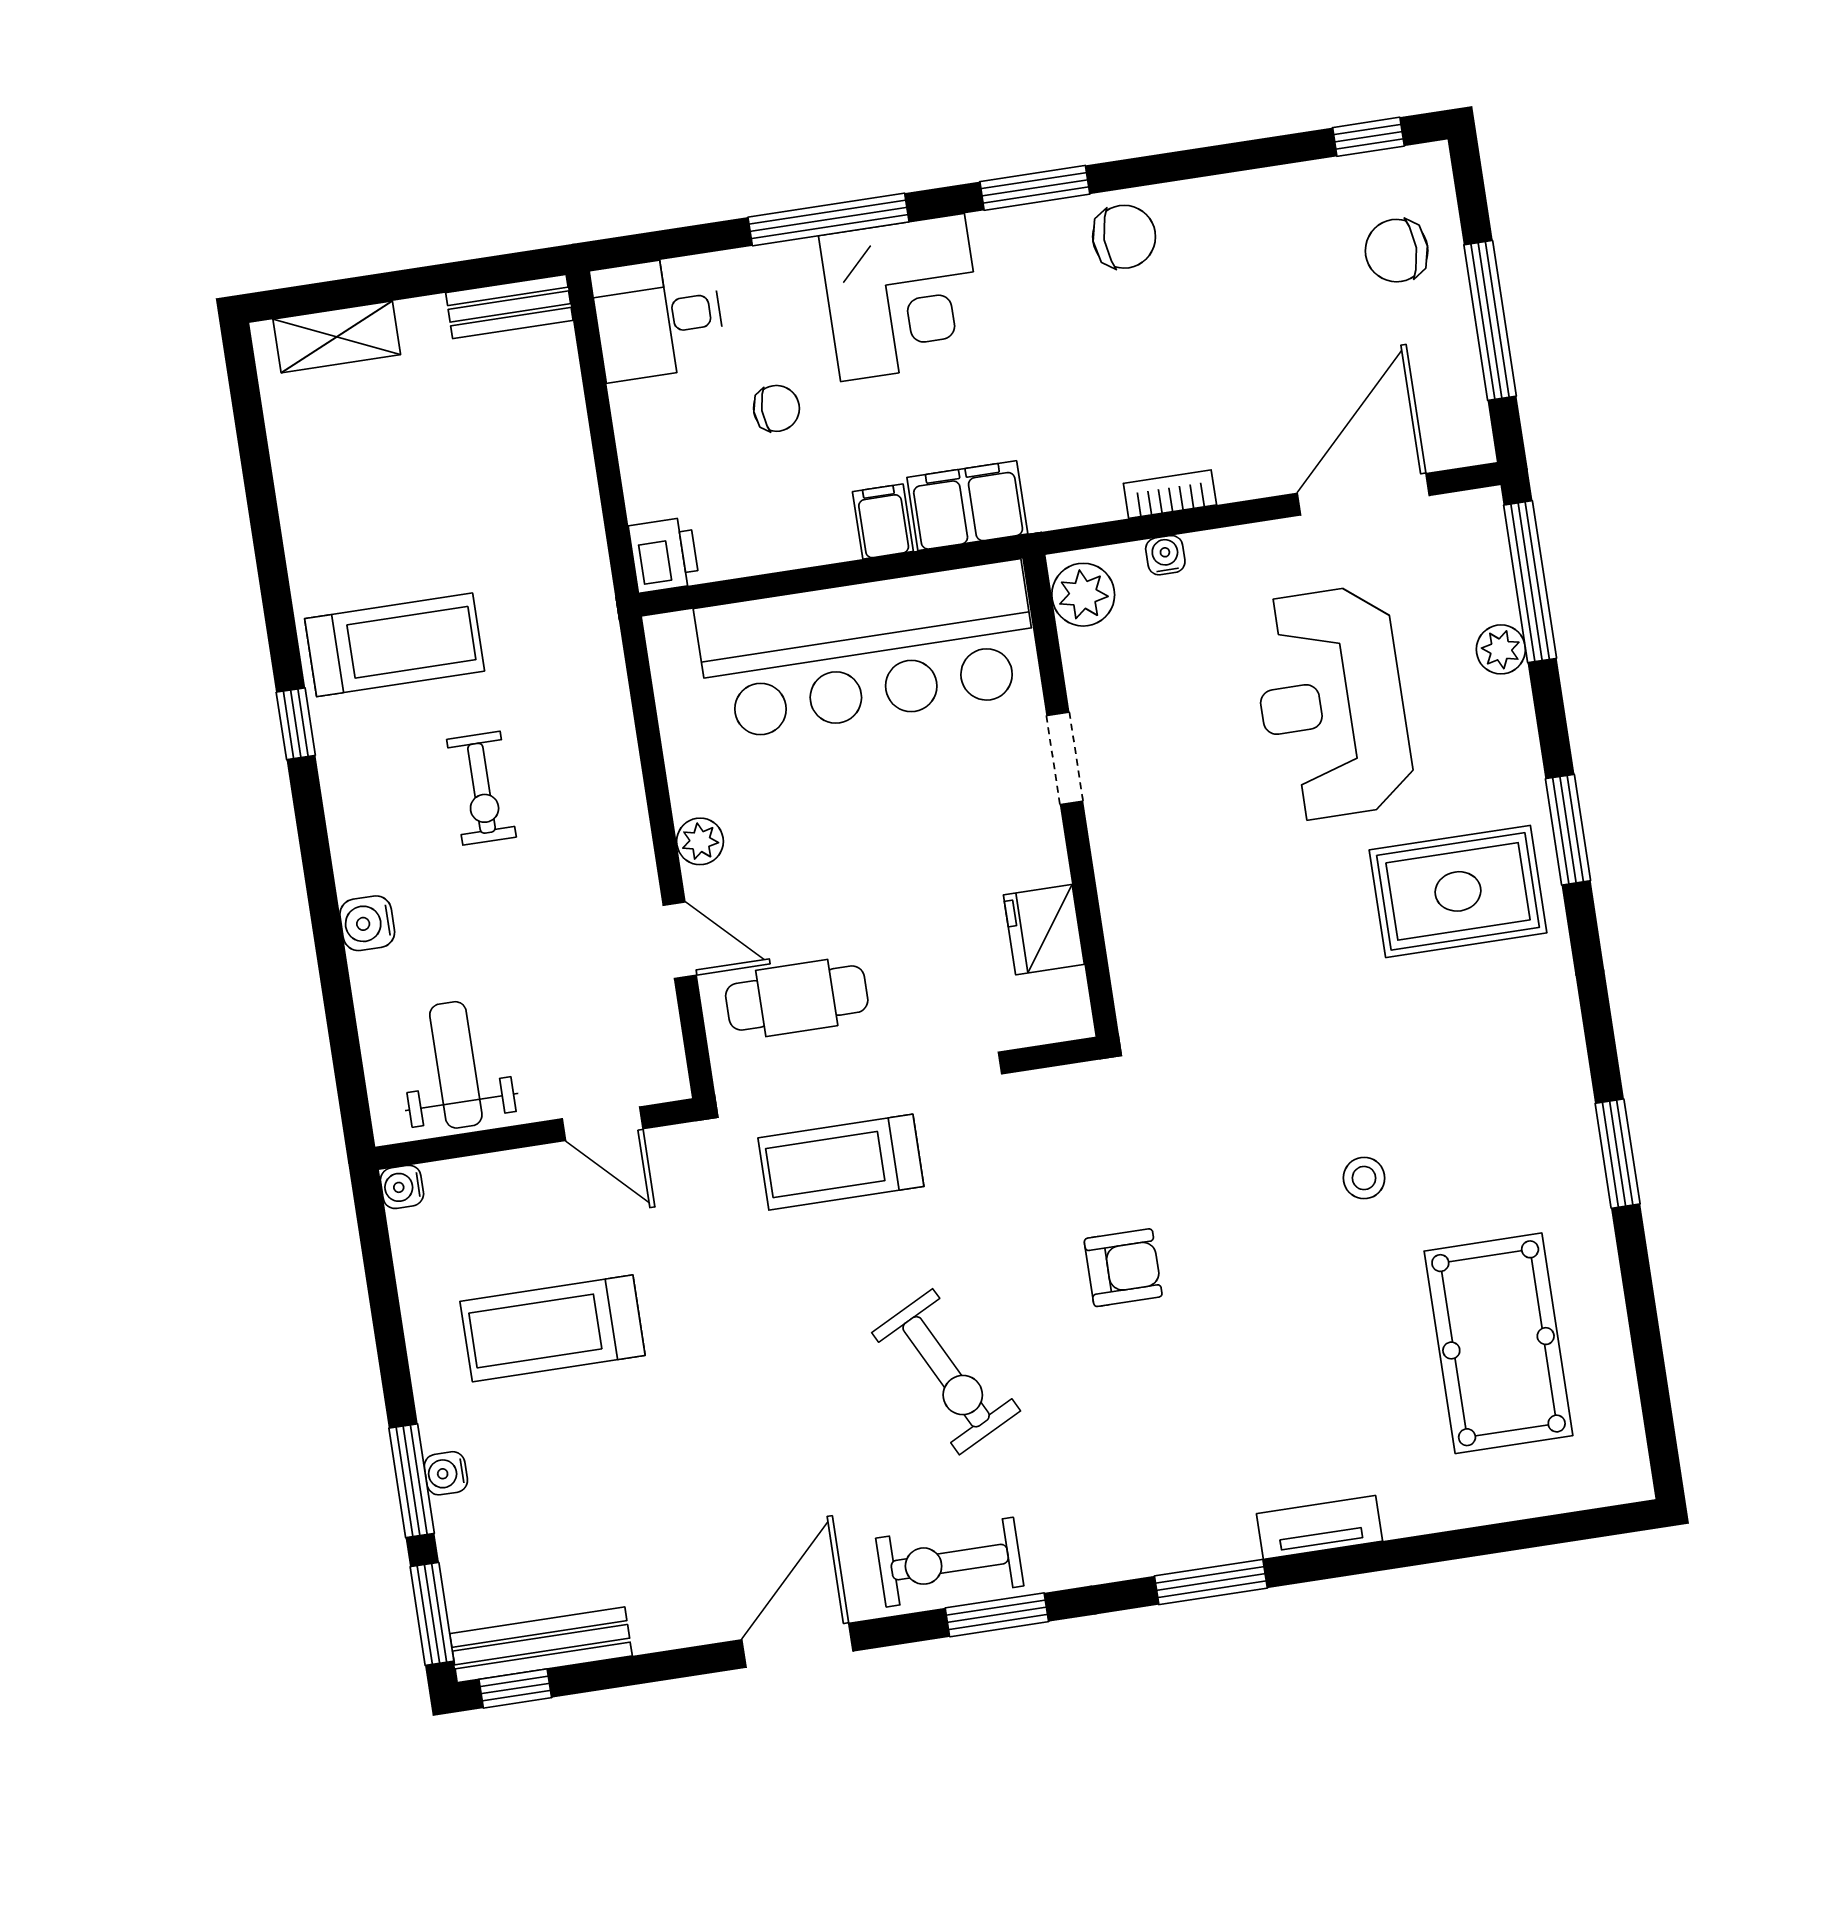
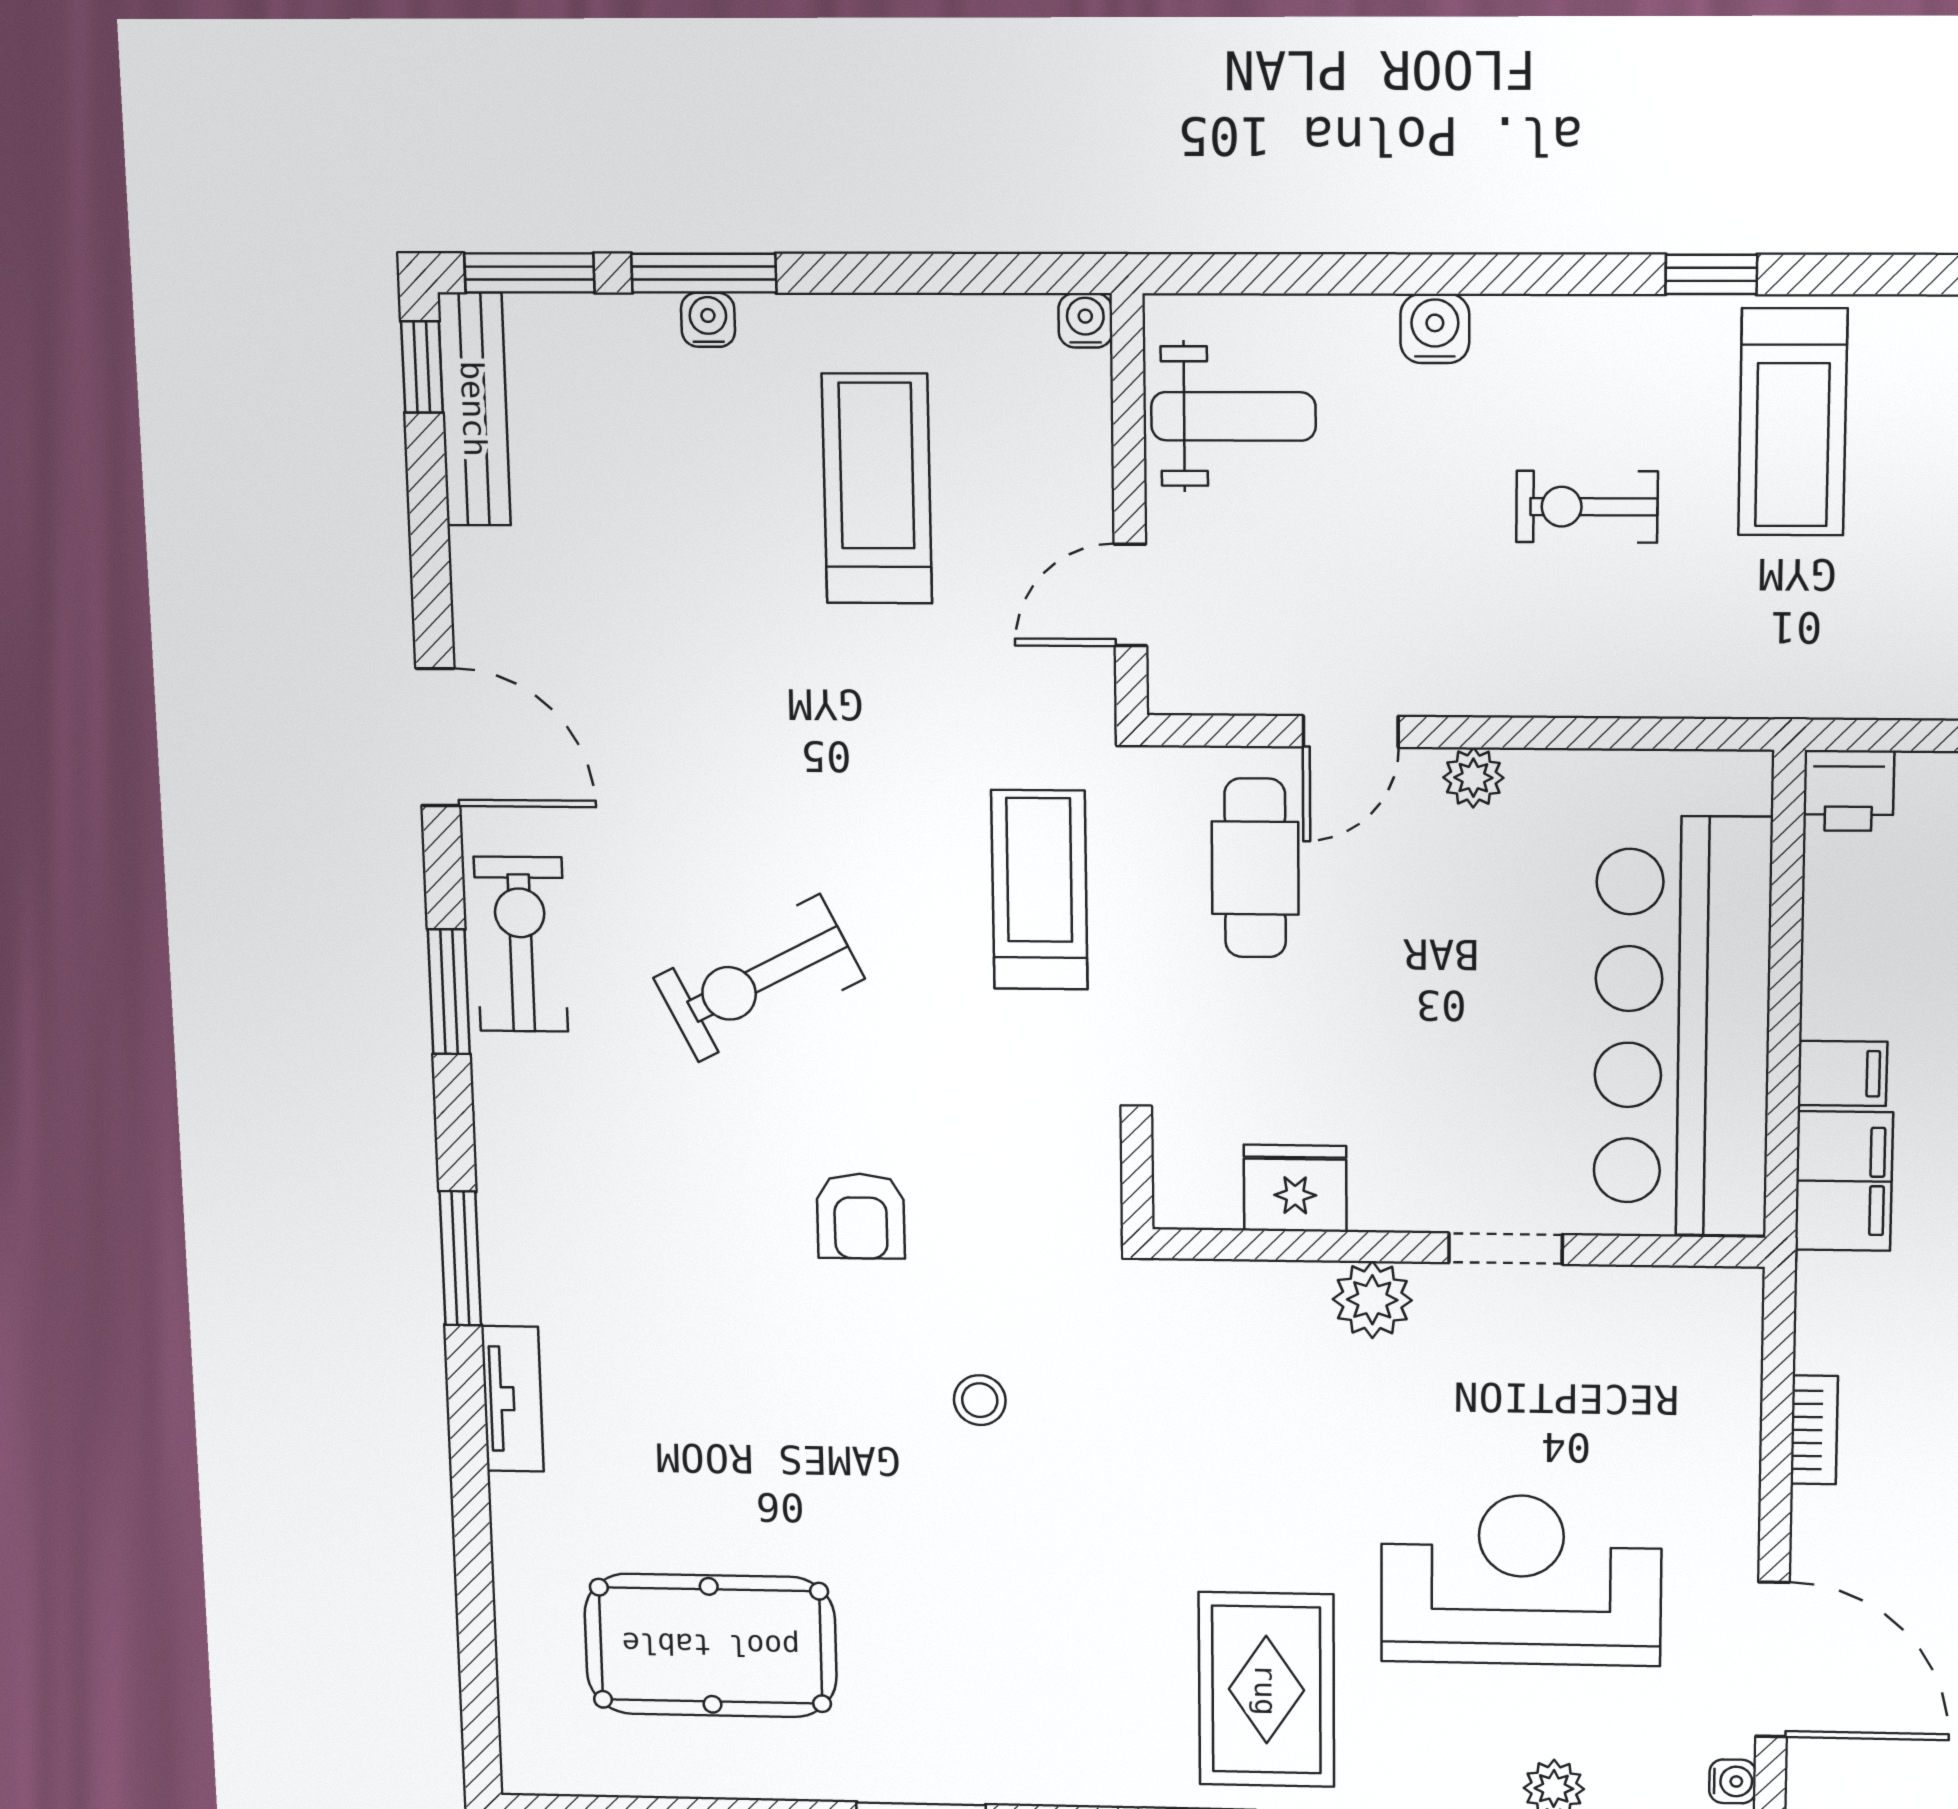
water cooler: (1165, 555) -> (1733, 1781), moved
plant: (1083, 595) -> (1372, 1300), moved
stool: (1364, 1178) -> (980, 1400), moved

